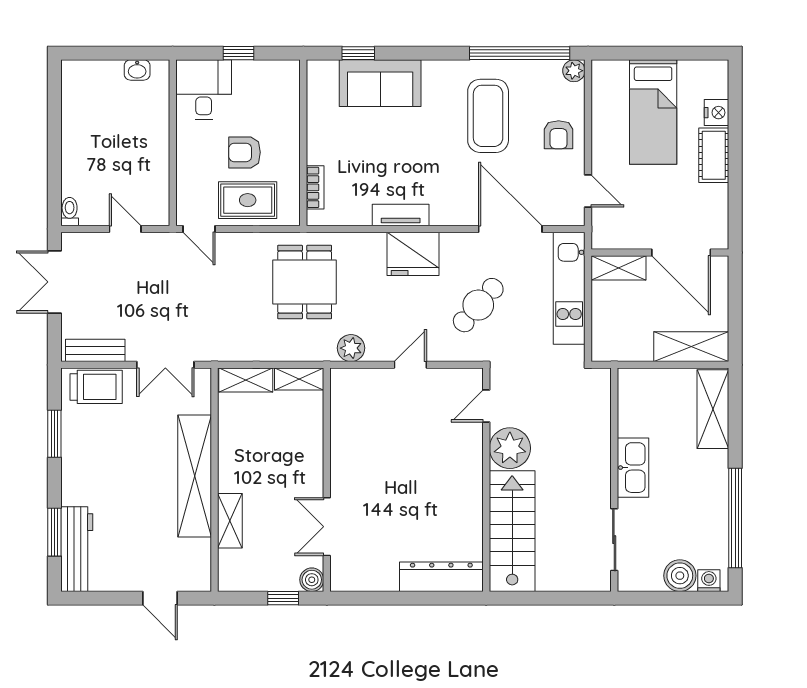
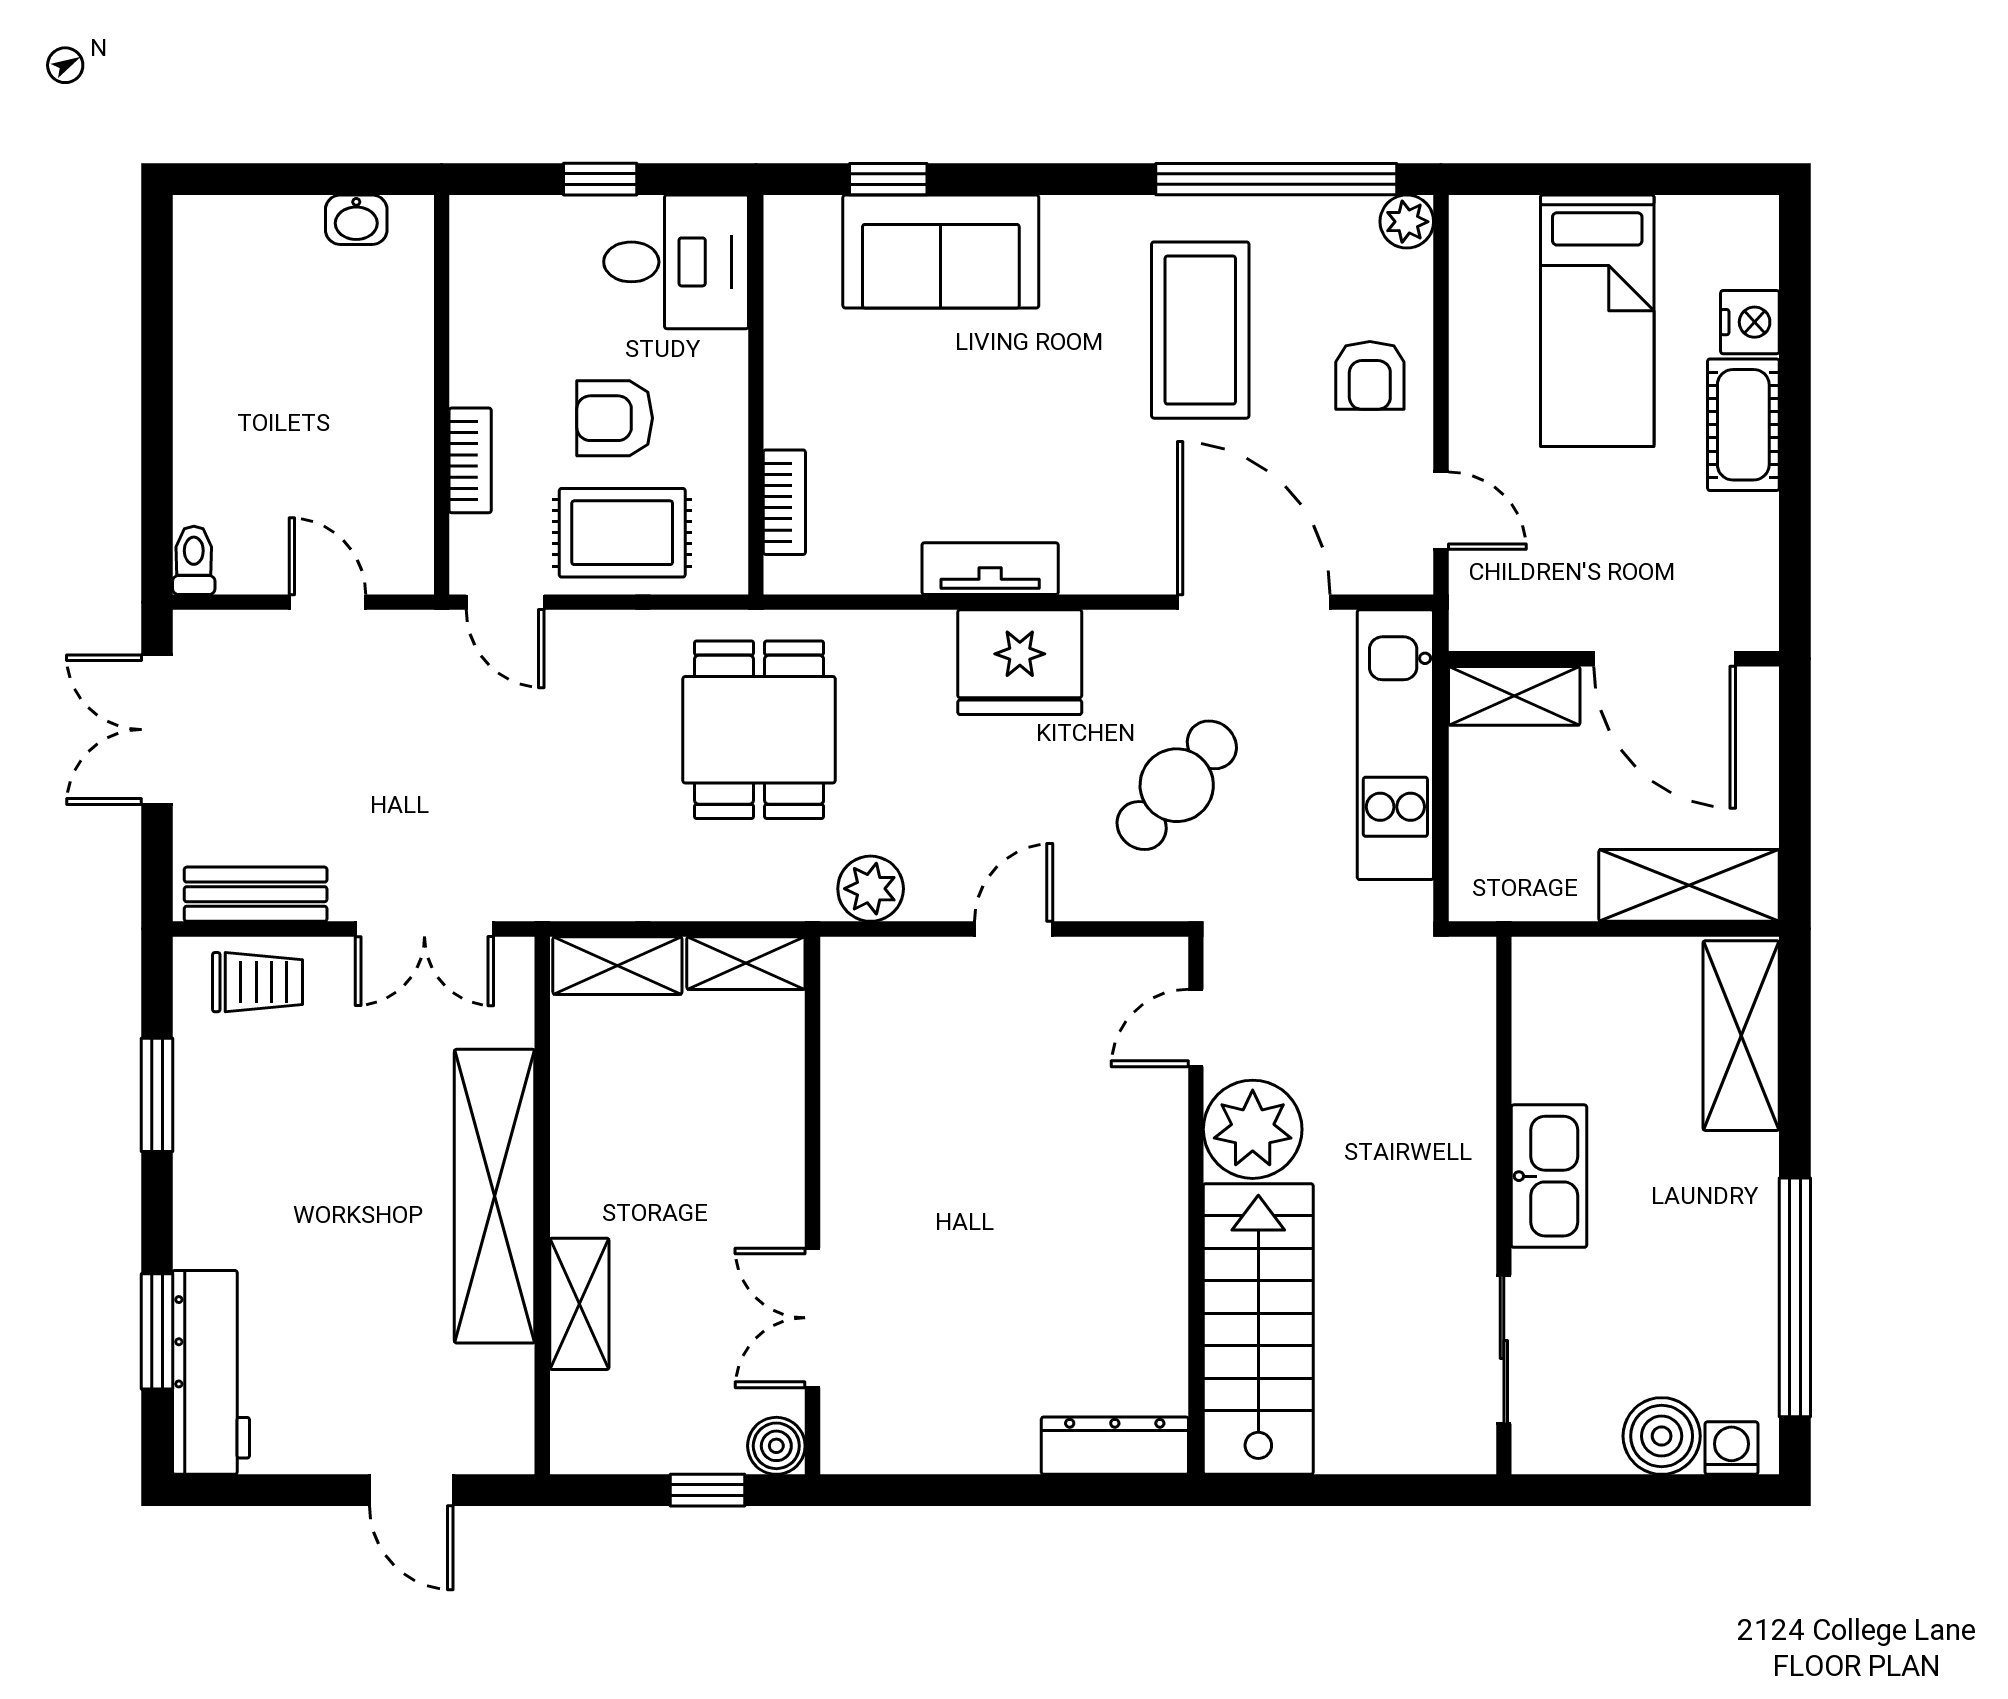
desk: (204, 90) -> (676, 262), moved, turned 90
bookcase: (185, 170) -> (470, 460), added
trolley: (96, 387) -> (258, 982), width x0.73, depth x0.72
dresser: (441, 577) -> (1115, 1446), width x0.73, depth x0.80

